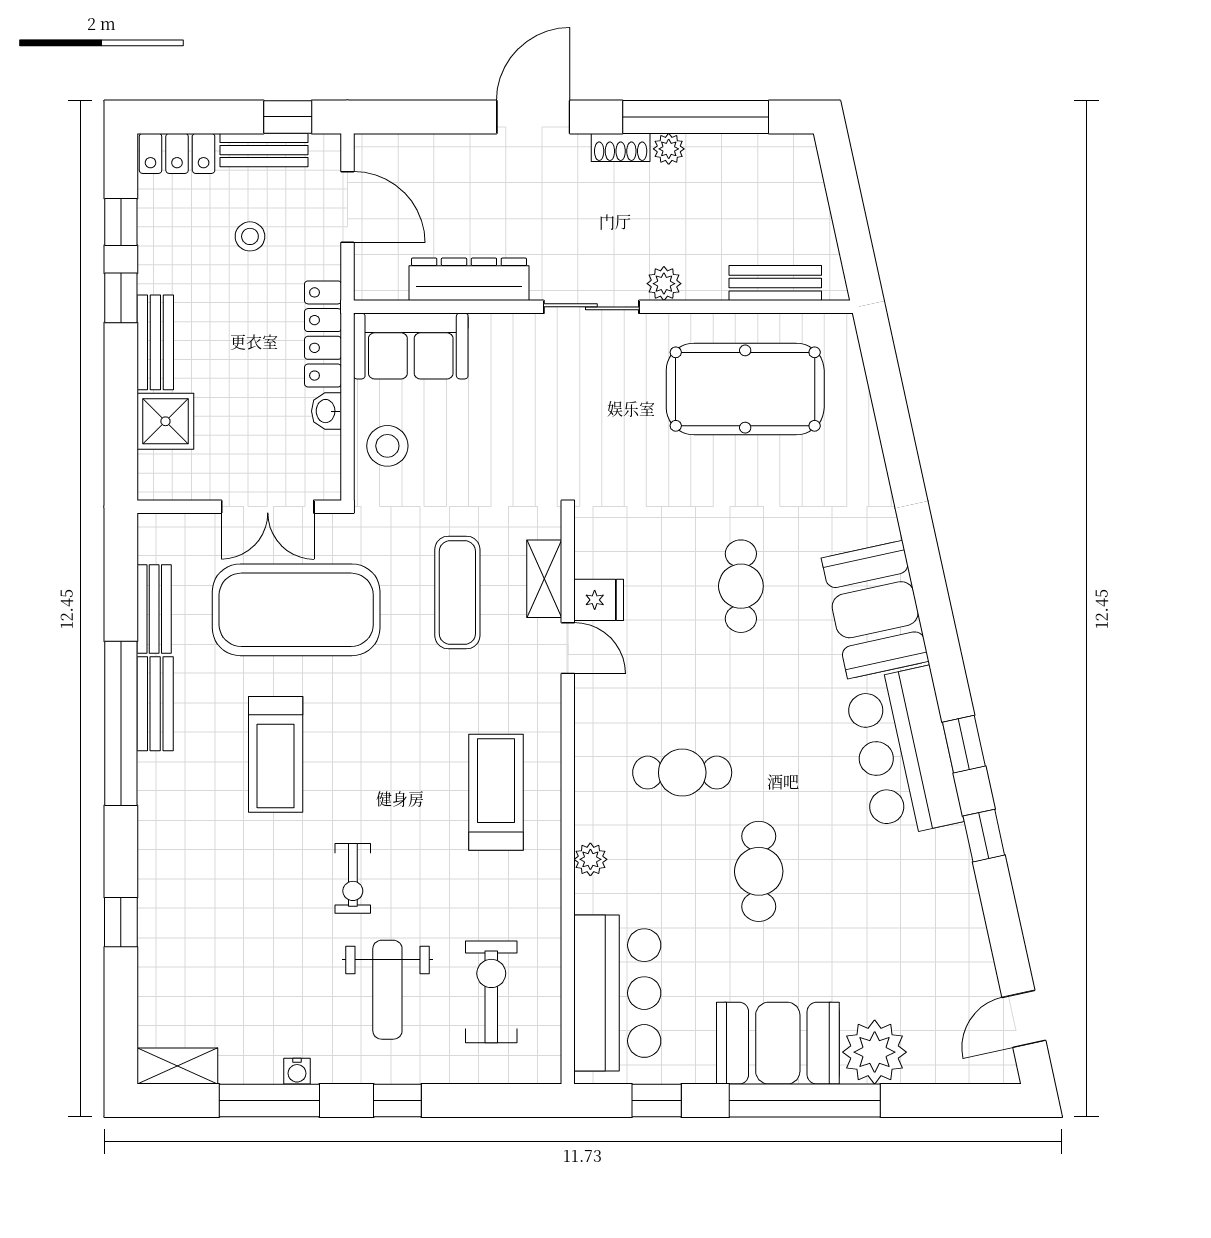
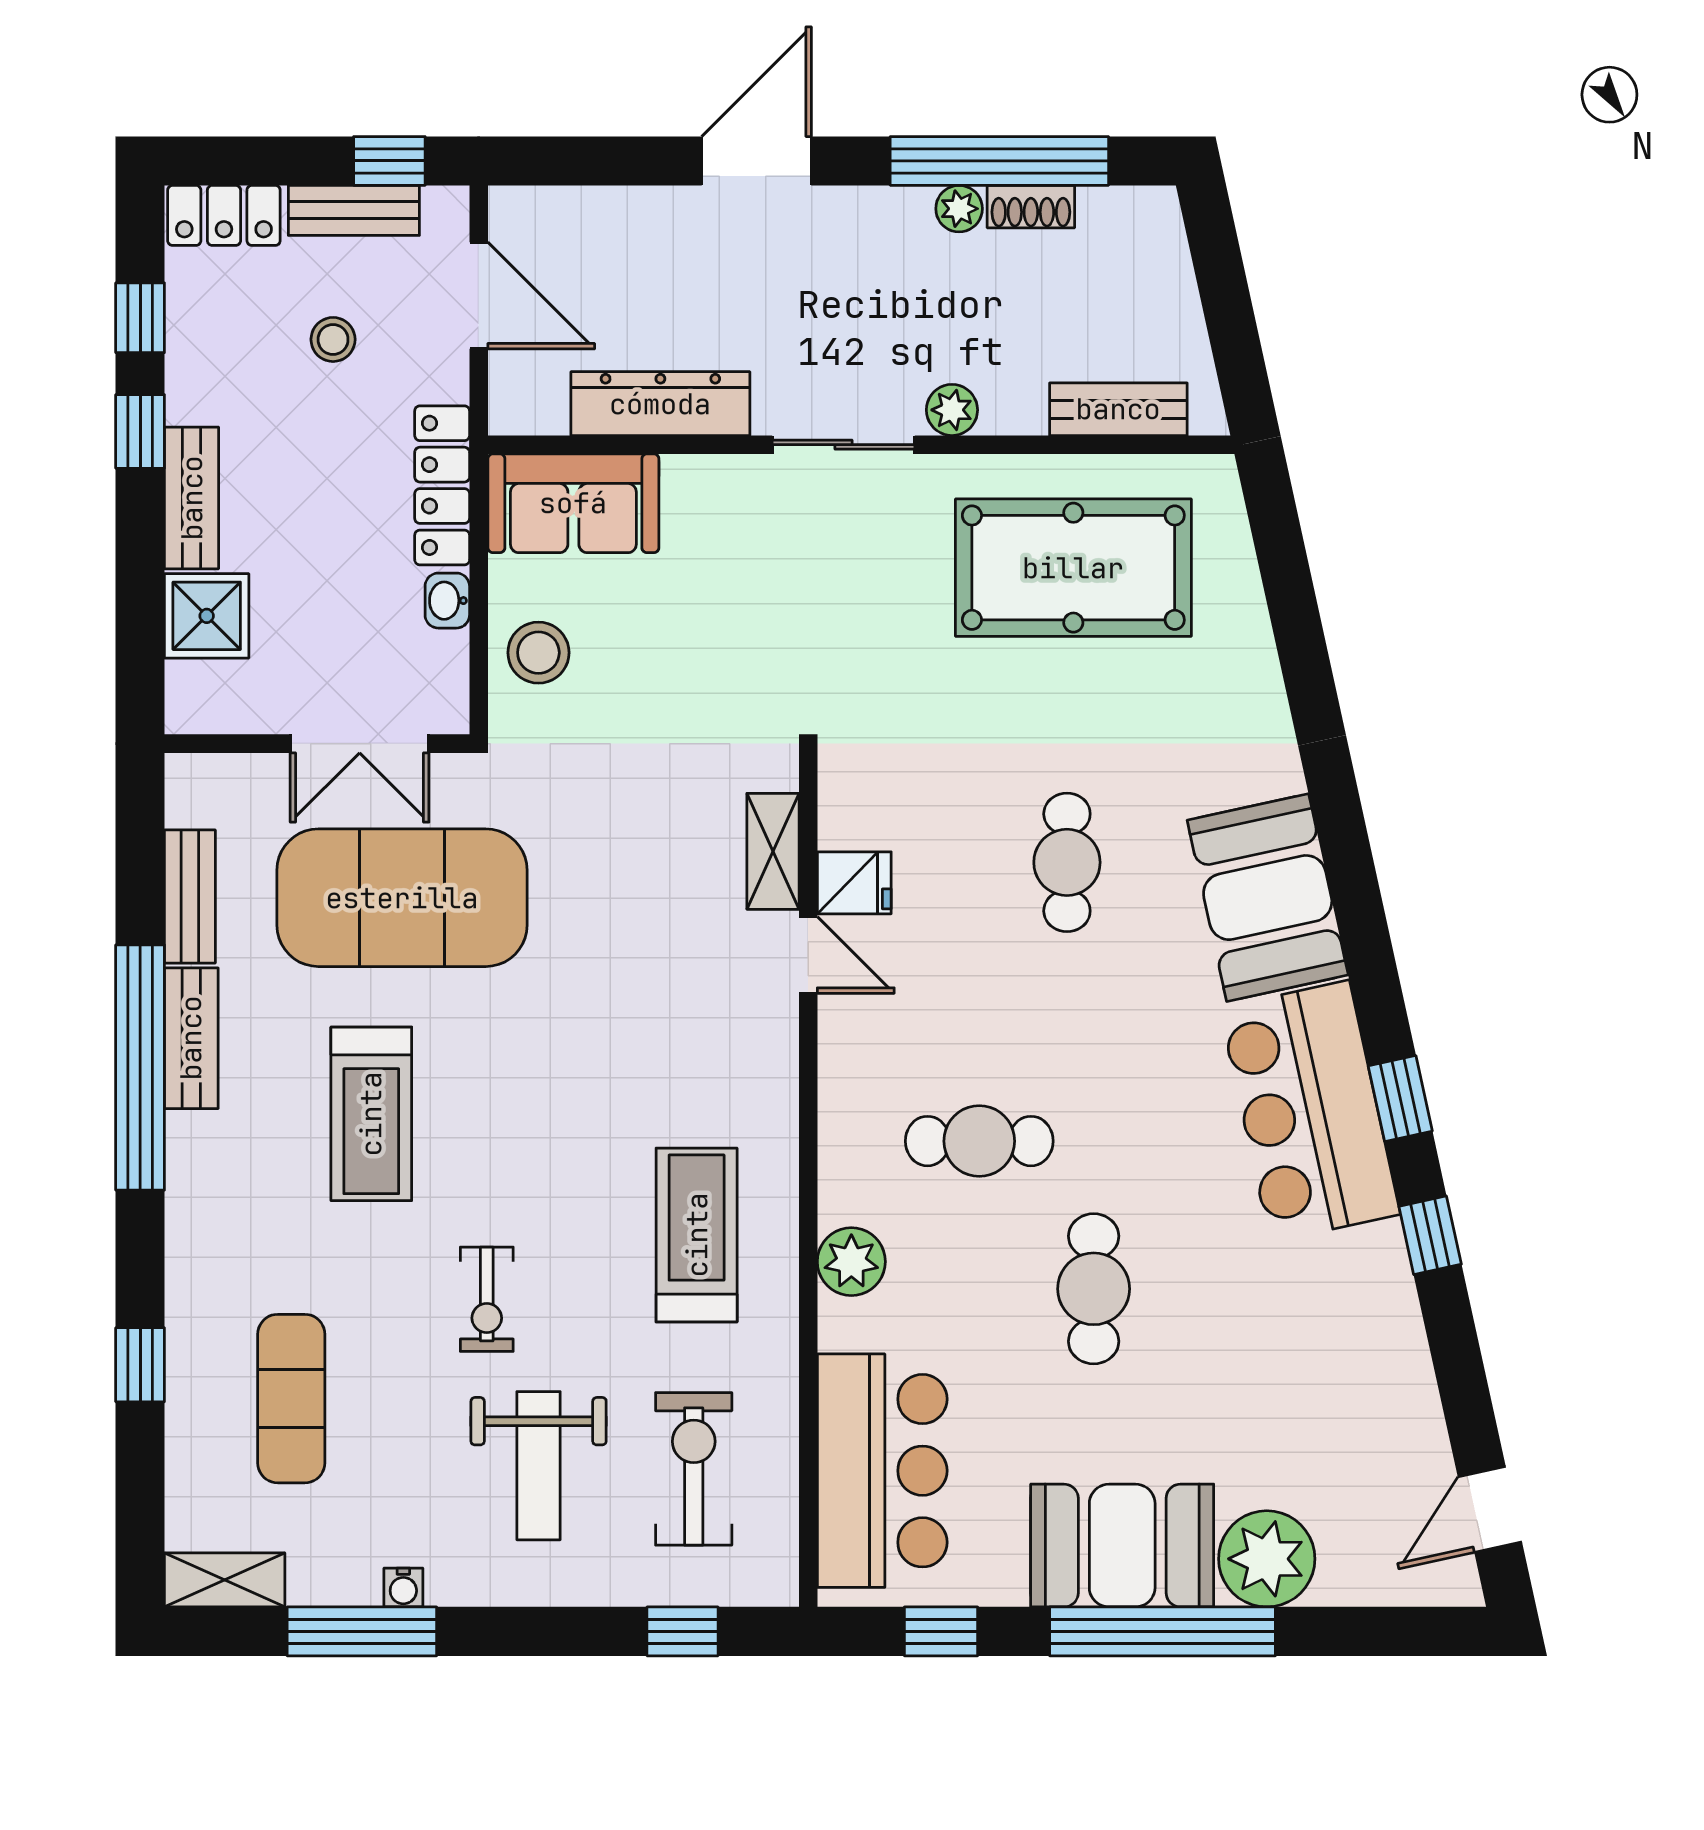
shoe rack: (621, 148) -> (1031, 207), moved
exercise mat: (457, 592) -> (291, 1399), moved
treadmill: (496, 792) -> (697, 1235), moved
plant: (590, 859) -> (851, 1262), width x1.38, depth x1.38
window: (397, 1101) -> (682, 1631), moved

